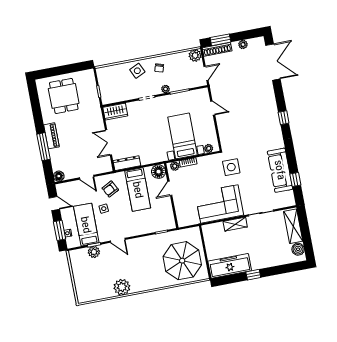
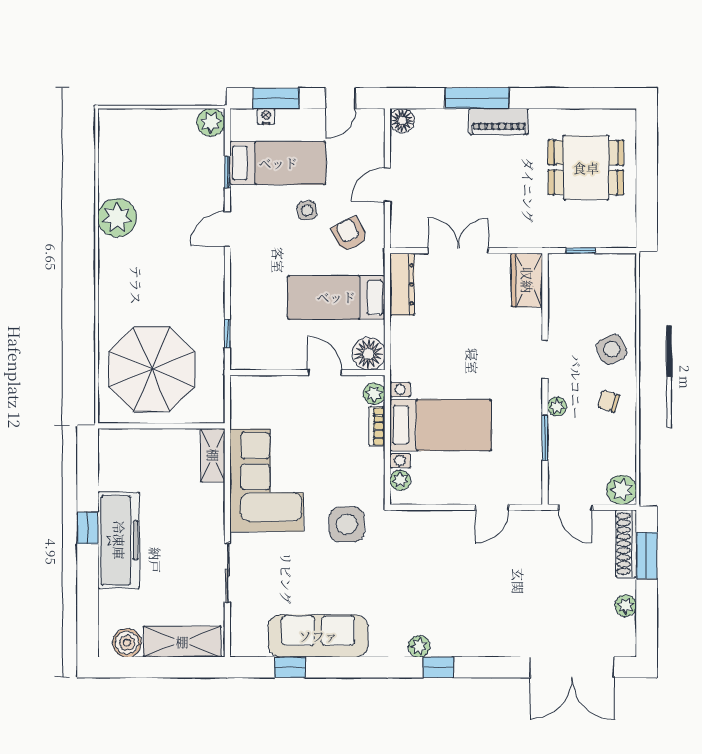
plant: (276, 127) -> (419, 646), added
shelving: (235, 224) -> (213, 455), moved
plant: (94, 252) -> (211, 122), moved
freezer: (230, 266) -> (119, 540), moved

